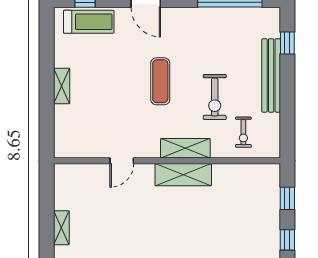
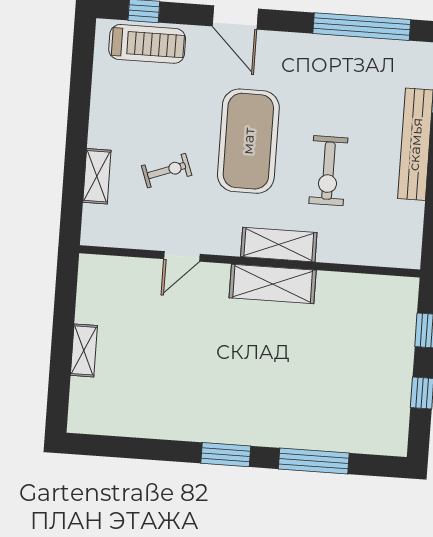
exercise mat: (160, 81) -> (248, 141), width x2.00, depth x1.45
shelving: (62, 86) -> (97, 176), moved
exercise bike: (243, 132) -> (167, 171), moved, turned -110

